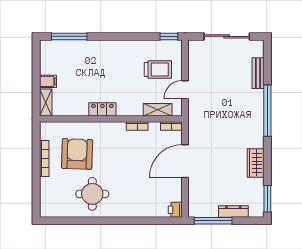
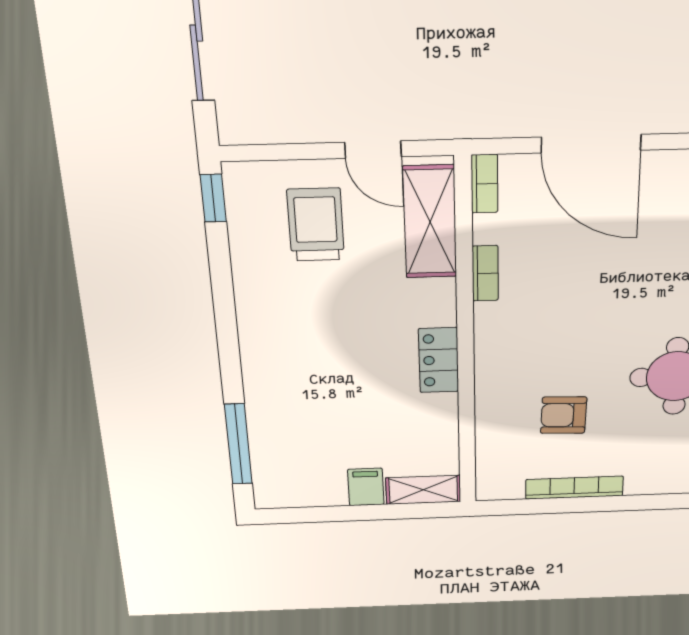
shelving: (158, 110) -> (430, 222), width x1.50, depth x1.33
armchair: (77, 154) -> (564, 415), width x0.53, depth x0.53

